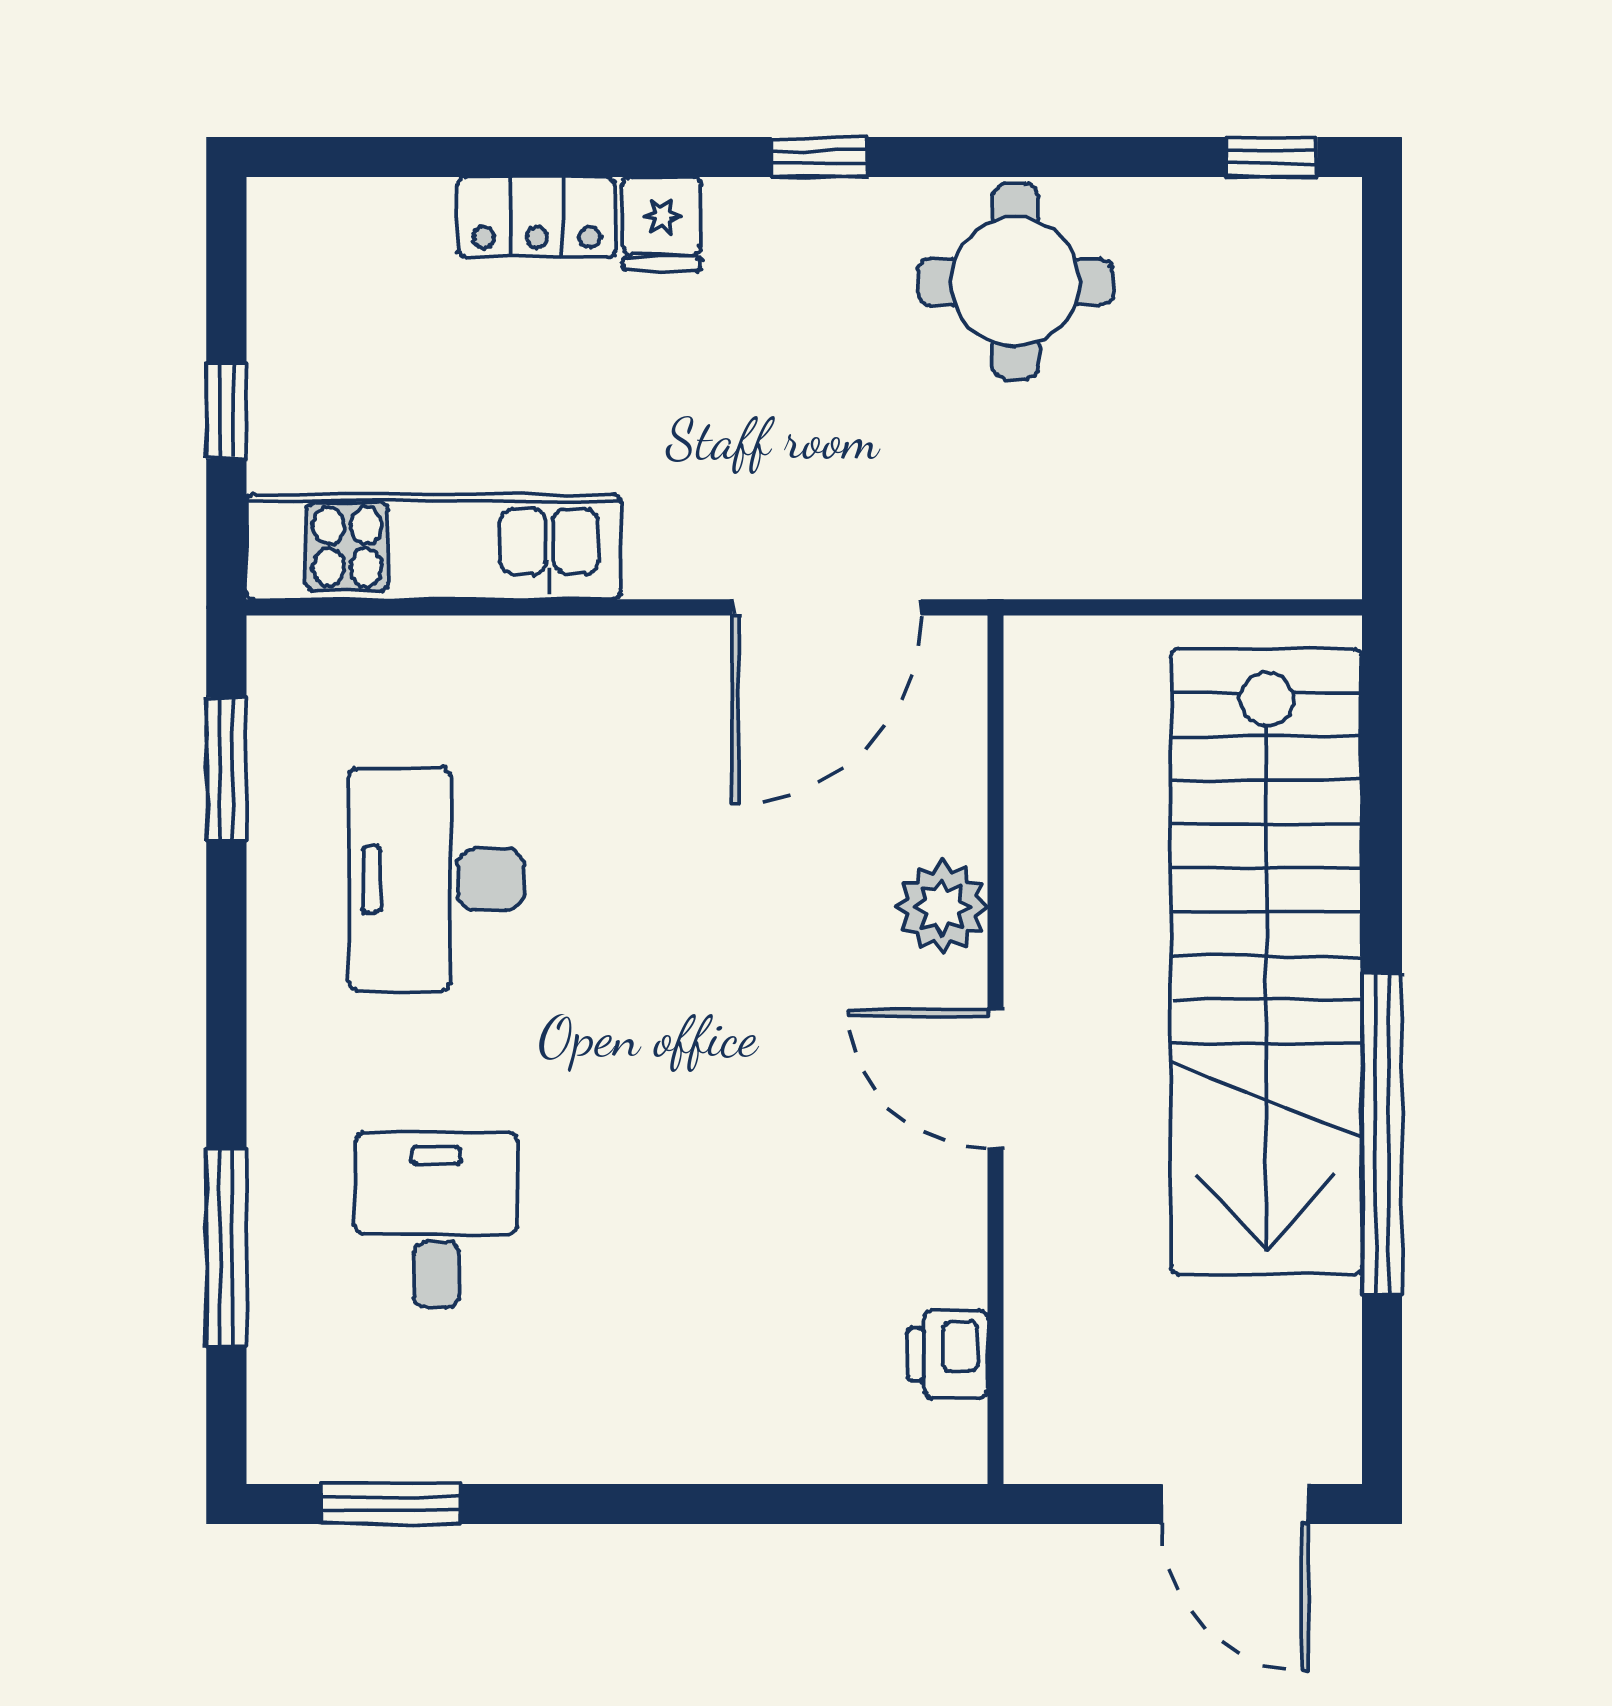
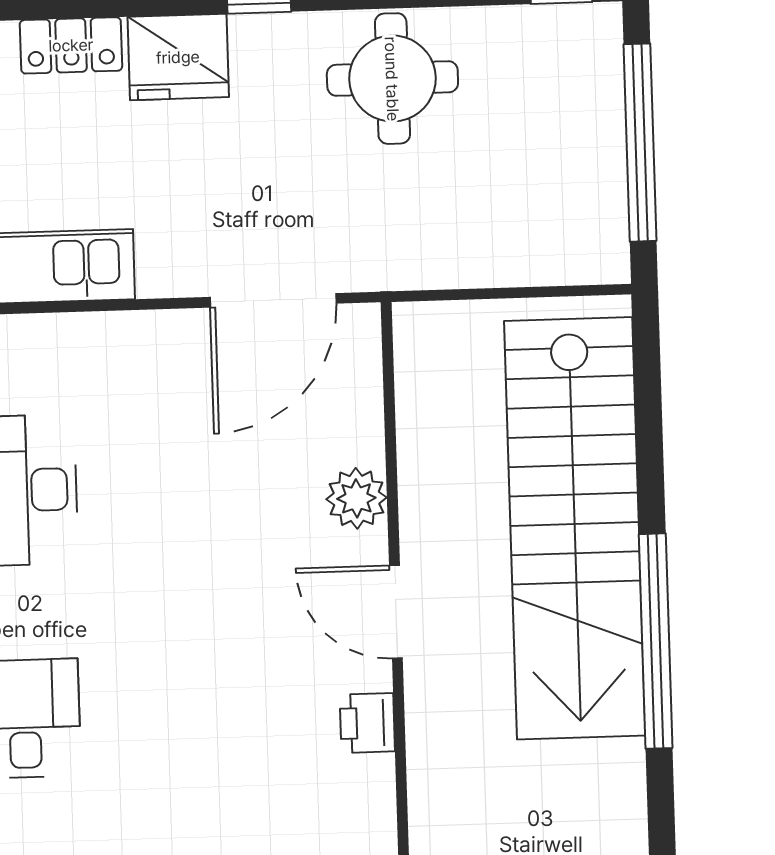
fridge: (662, 224) -> (178, 57), width x1.88, depth x1.34
window: (1382, 389) -> (640, 143), added
printer: (948, 1354) -> (367, 723), moved

